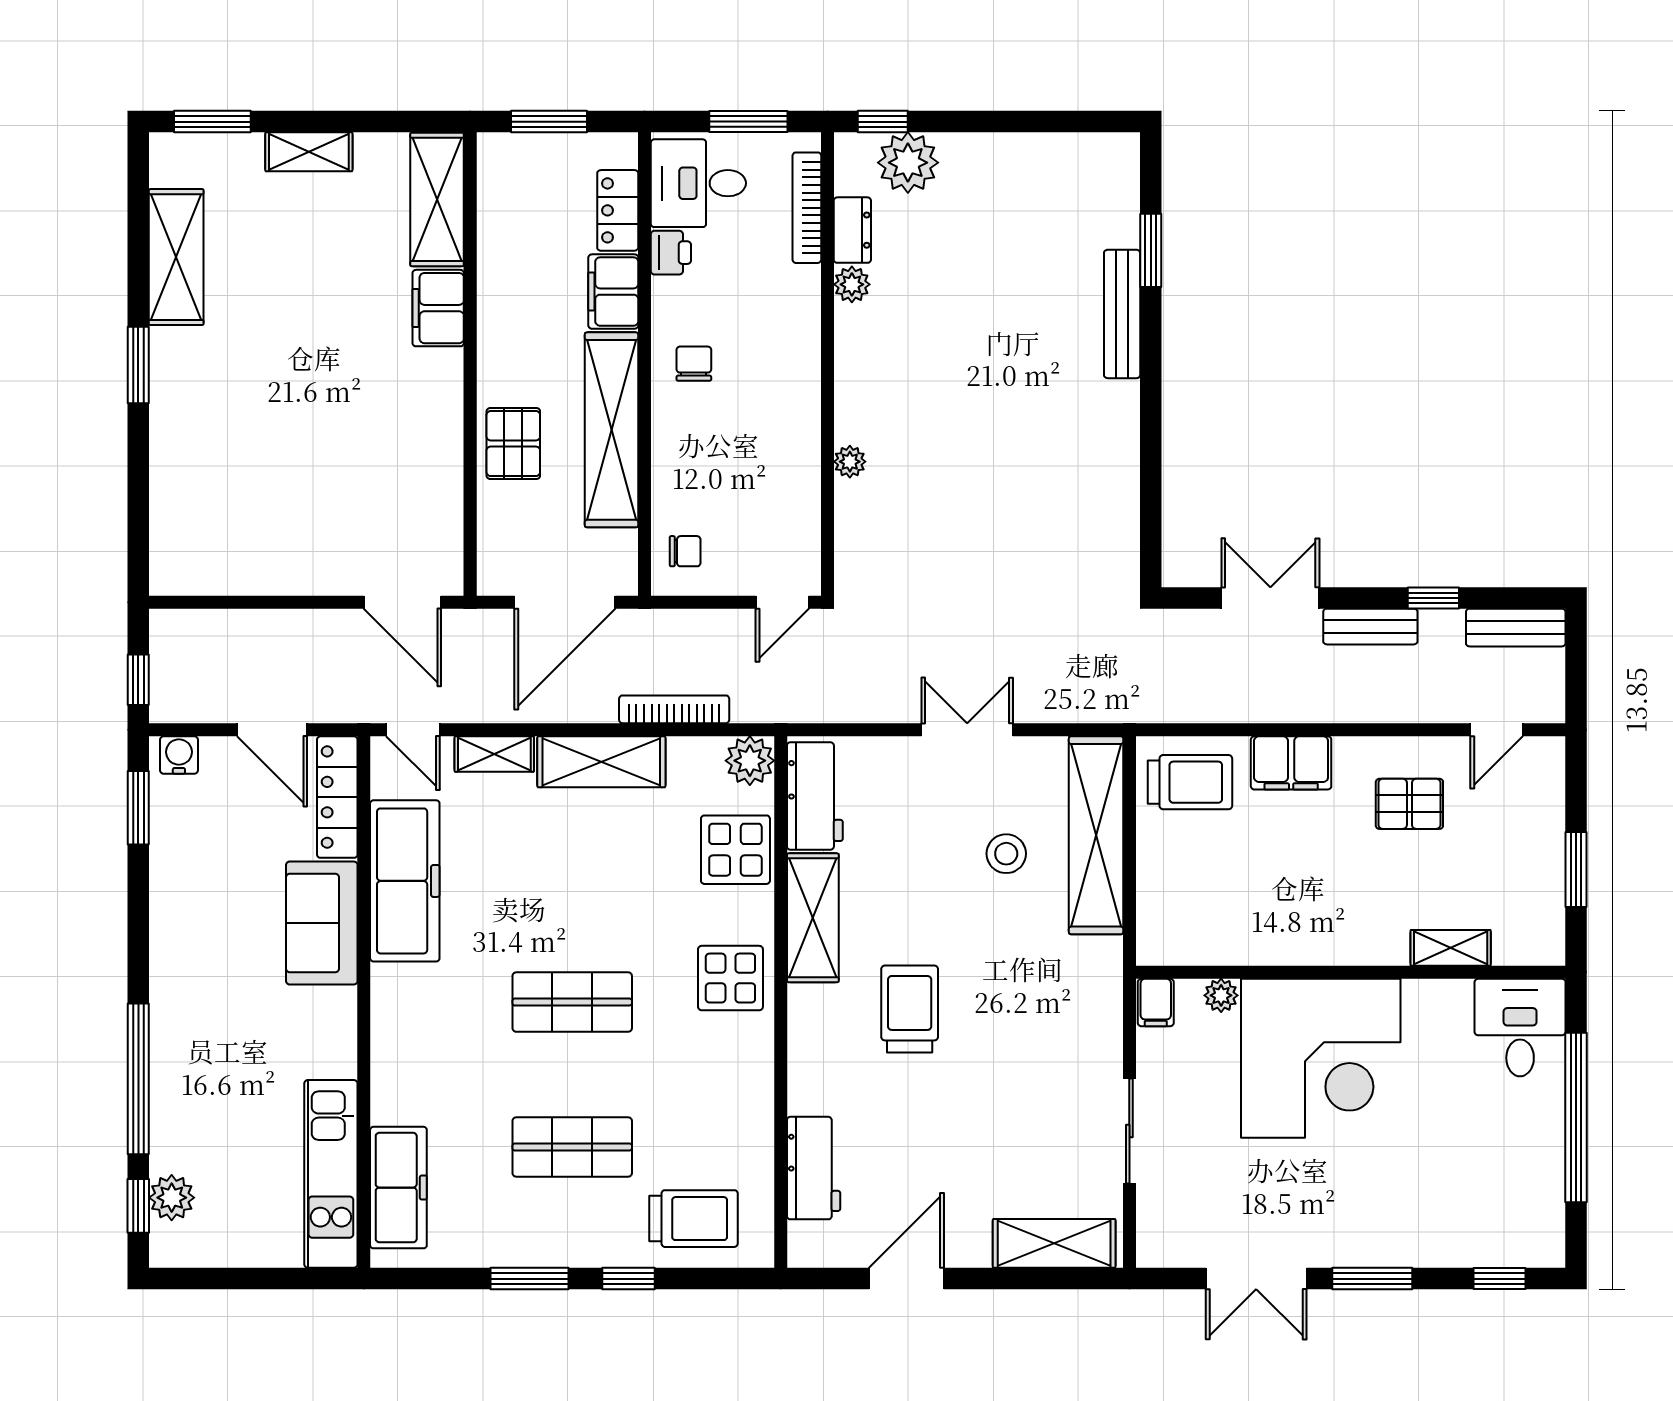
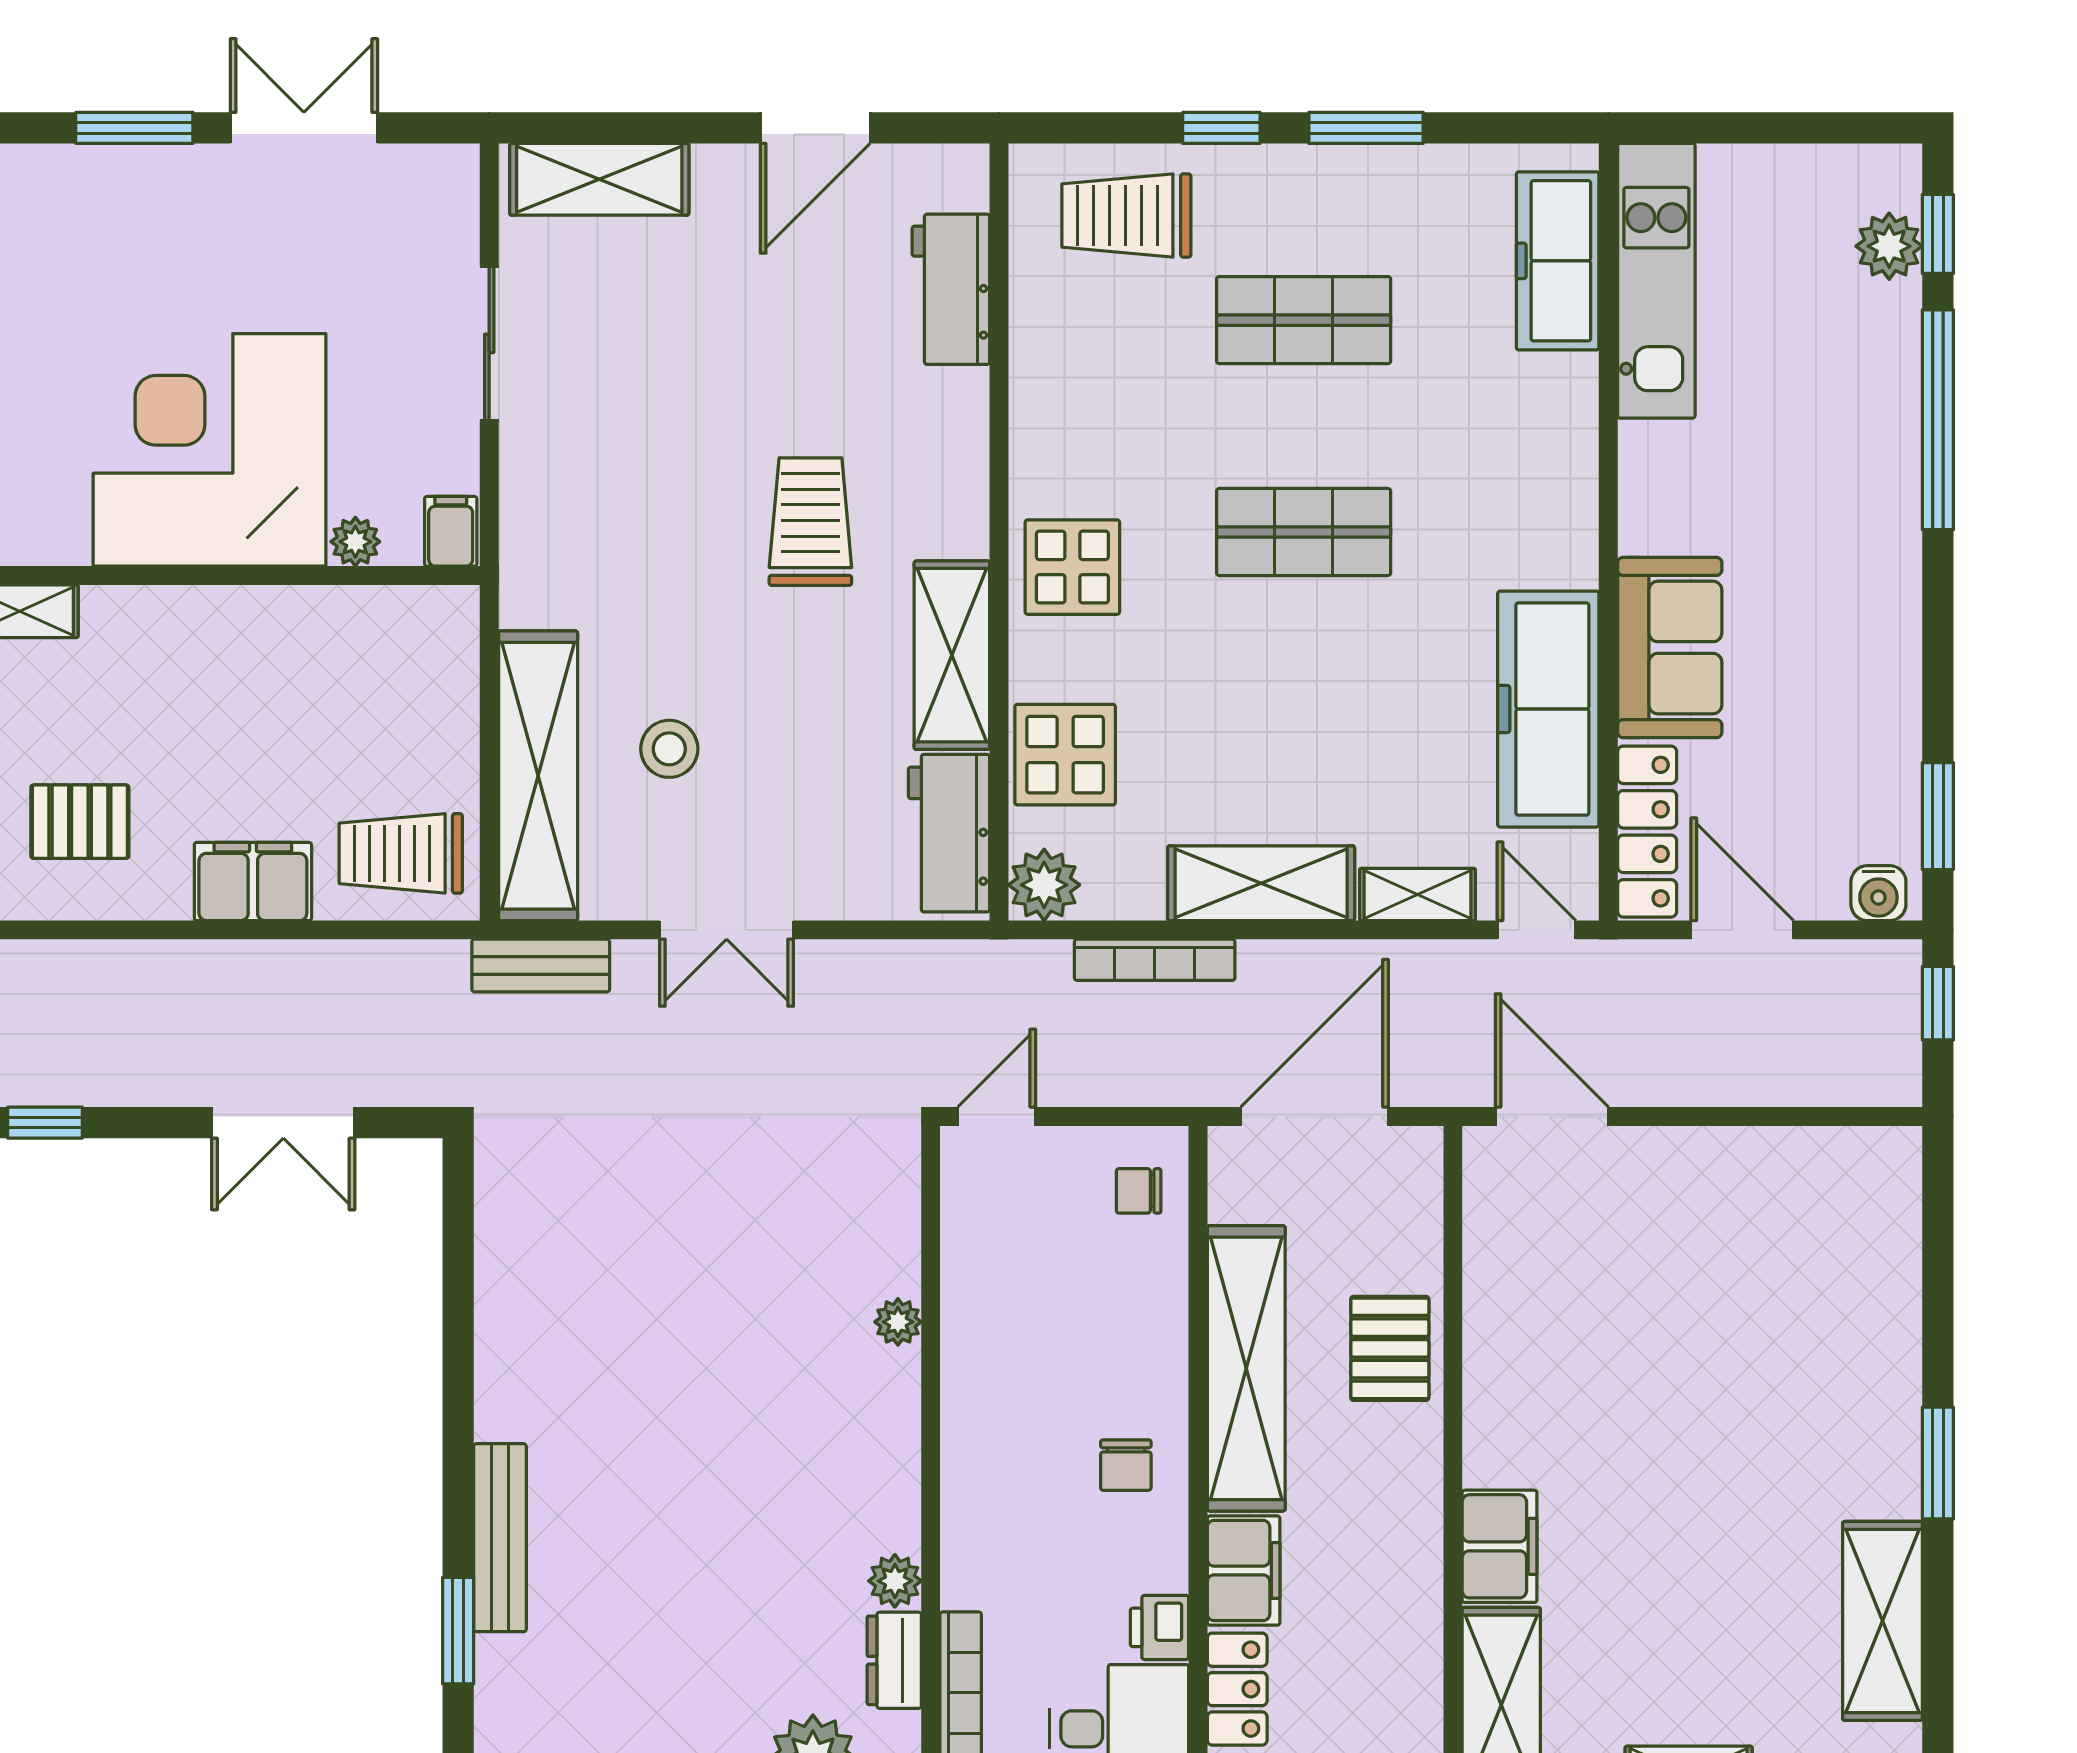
bench: (1370, 627) -> (541, 966), moved
trolley: (910, 1009) -> (810, 522), turned 180

